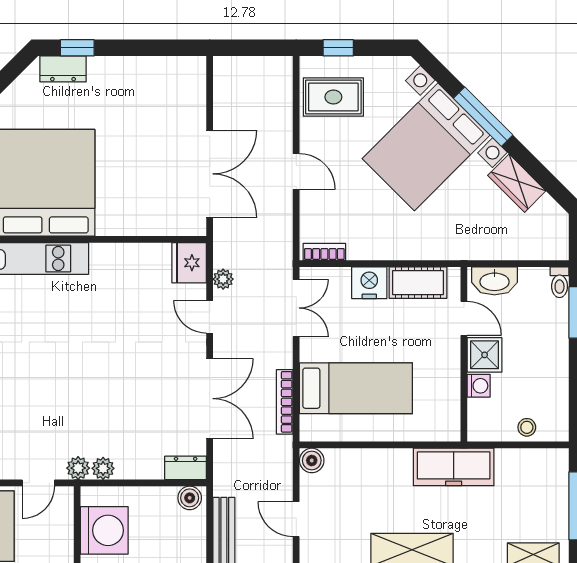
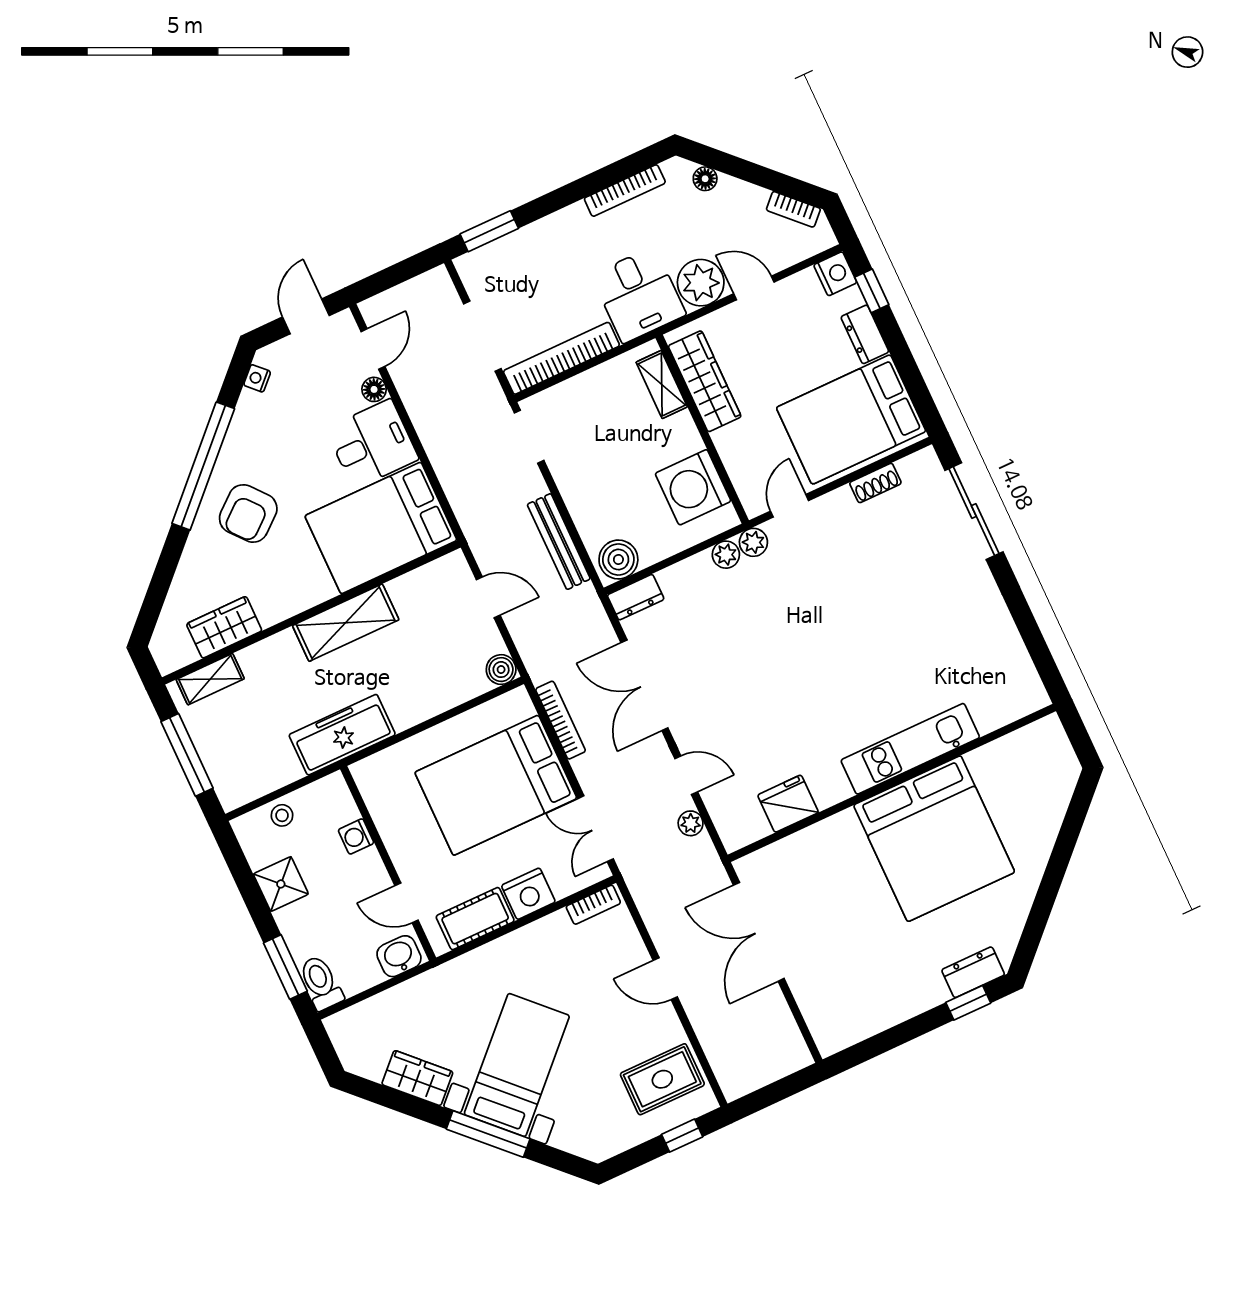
bed with nightstands: (426, 147) -> (517, 1065), width x0.73
fridge: (189, 263) -> (788, 804), moved, turned -90
washbasin: (494, 281) -> (399, 956), width x0.72
toilet: (560, 282) -> (321, 983), width x1.37, depth x1.39
shower: (485, 355) -> (281, 884), moved
bed: (356, 388) -> (496, 785), width x1.50
boiler: (190, 498) -> (618, 559), width x1.36, depth x1.36

